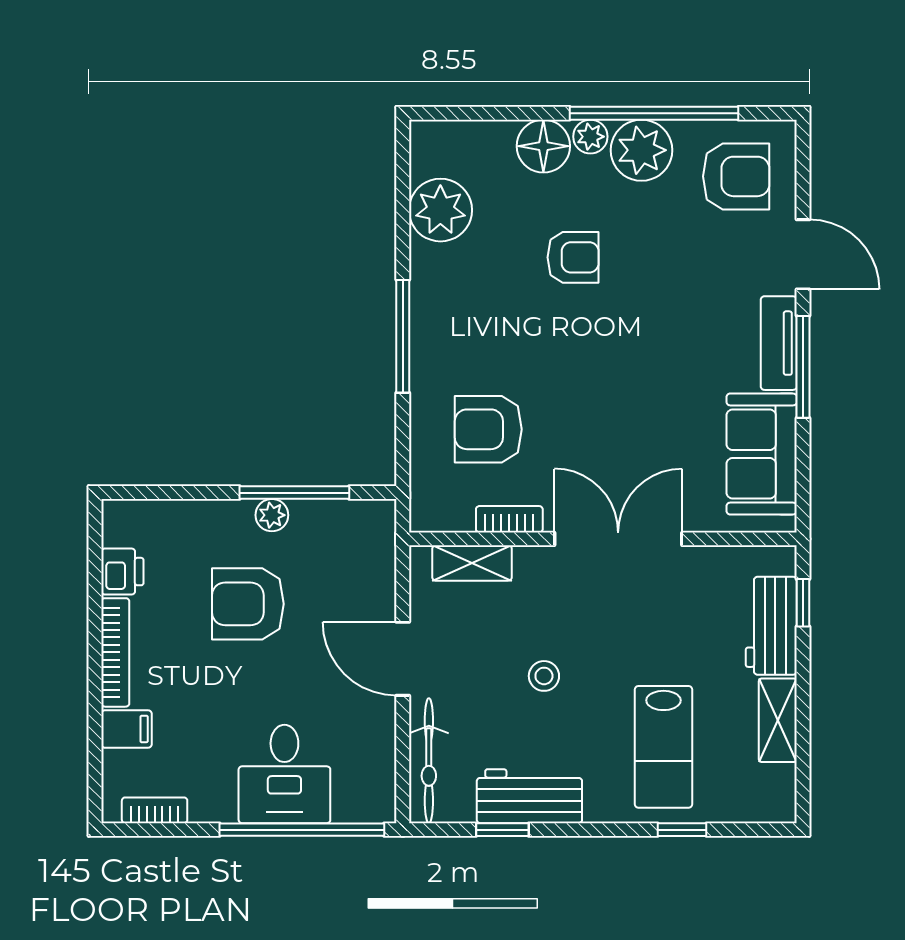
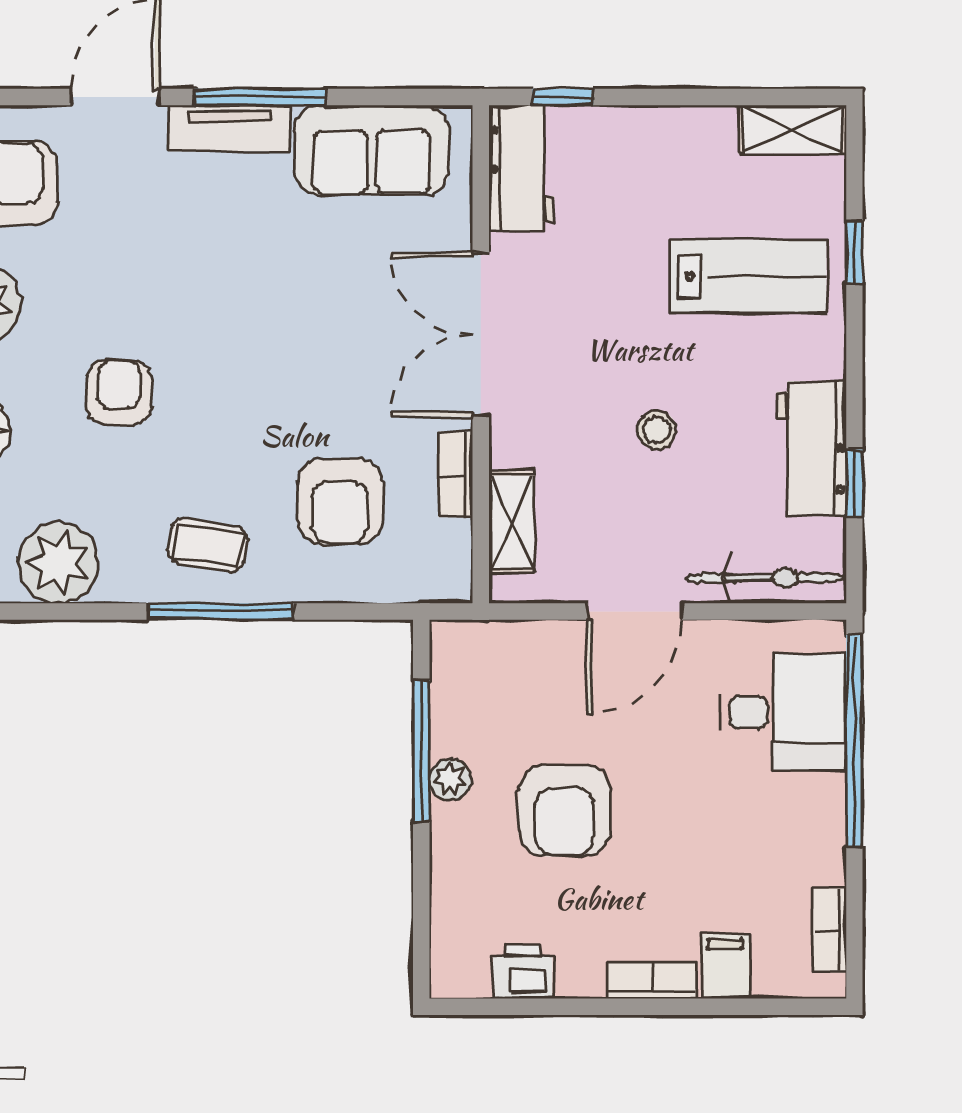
coffee table: (454, 326) -> (208, 545), added
workbench: (771, 626) -> (522, 168), moved, turned -90
bookcase: (115, 652) -> (652, 981), width x0.64
shelving: (778, 720) -> (792, 129), moved
desk: (284, 774) -> (783, 712), moved

